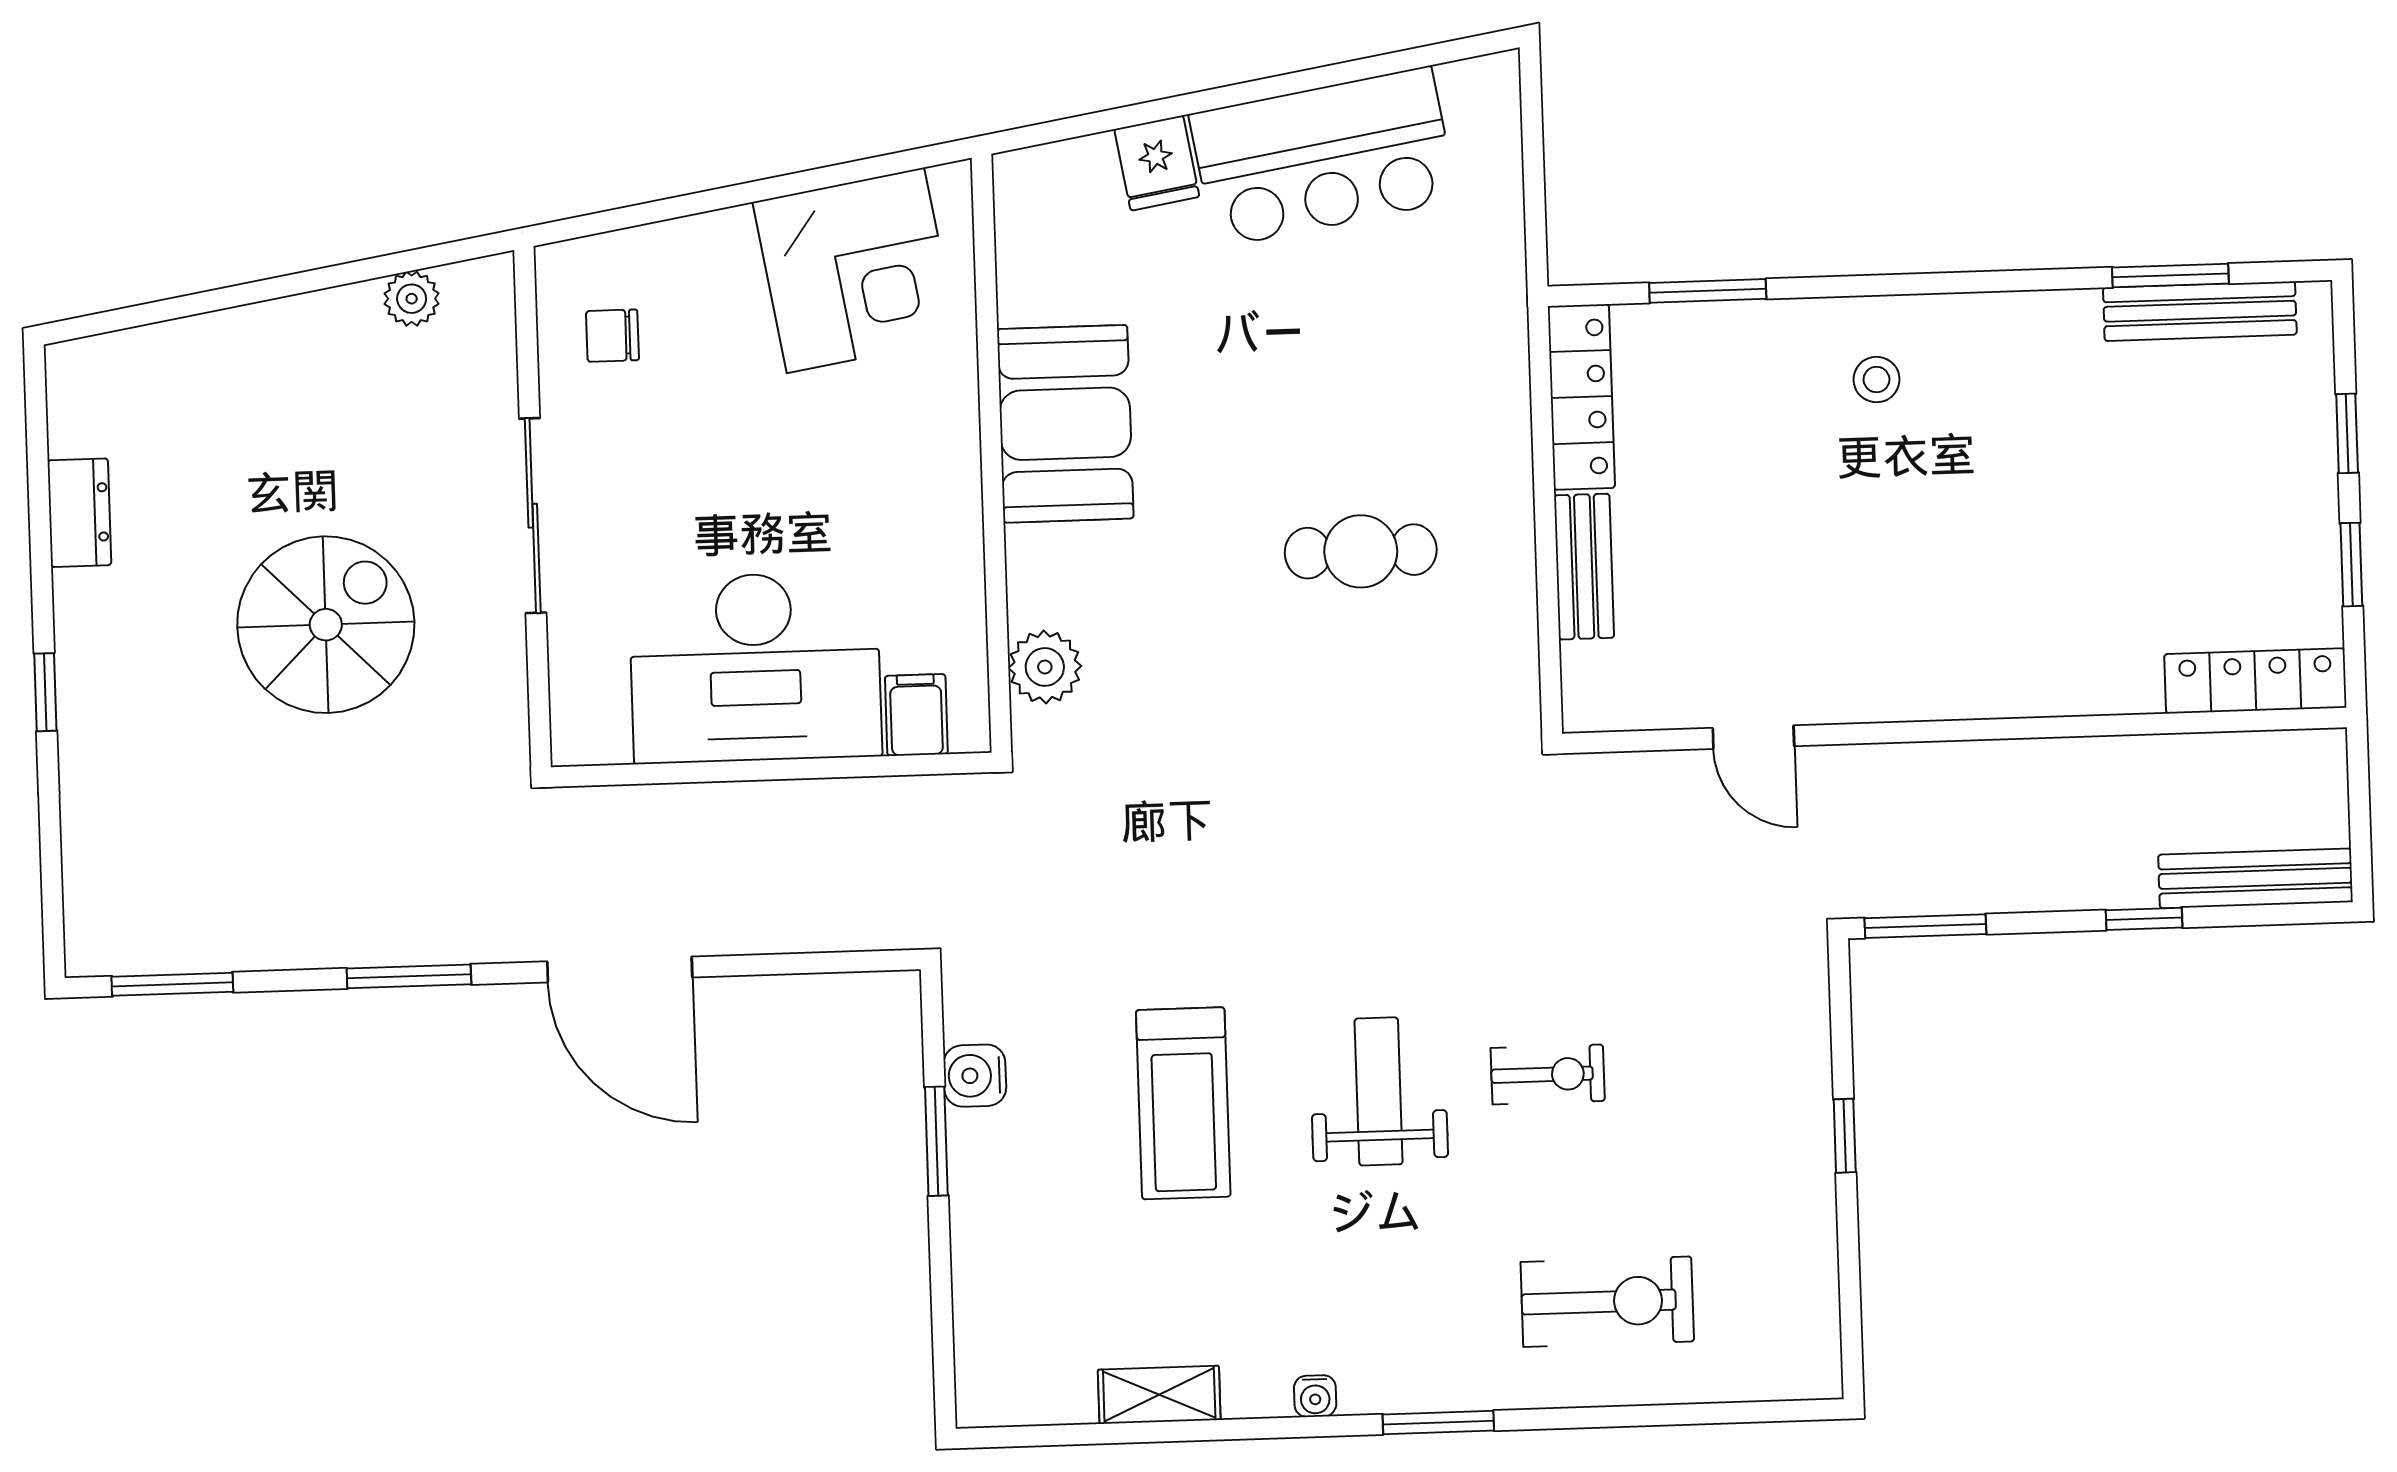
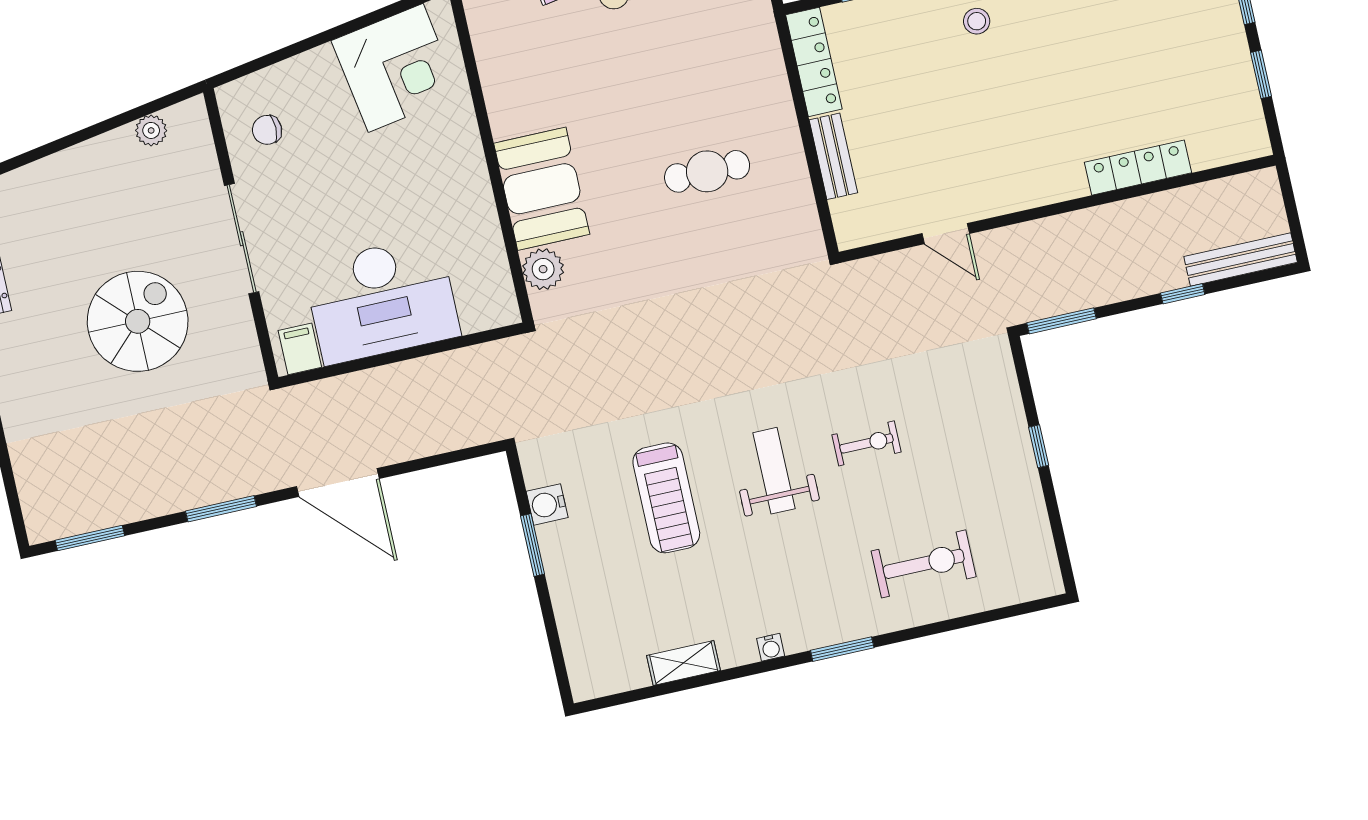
booth: (1065, 424) -> (542, 189), moved
locker: (2255, 681) -> (1138, 168), moved
filing cabinet: (916, 715) -> (300, 349), moved

